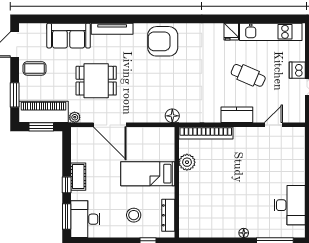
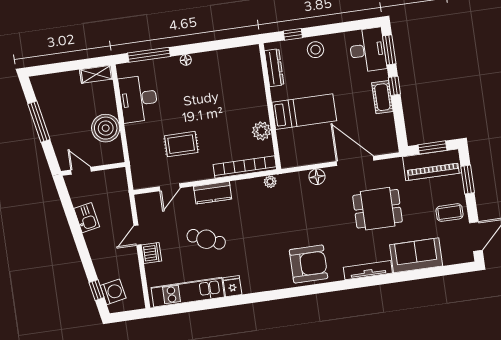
floor lamp: (172, 116) -> (317, 177), moved
plant: (75, 117) -> (270, 182), moved
rug: (258, 161) -> (181, 144), added
stool: (134, 215) -> (316, 50), moved

